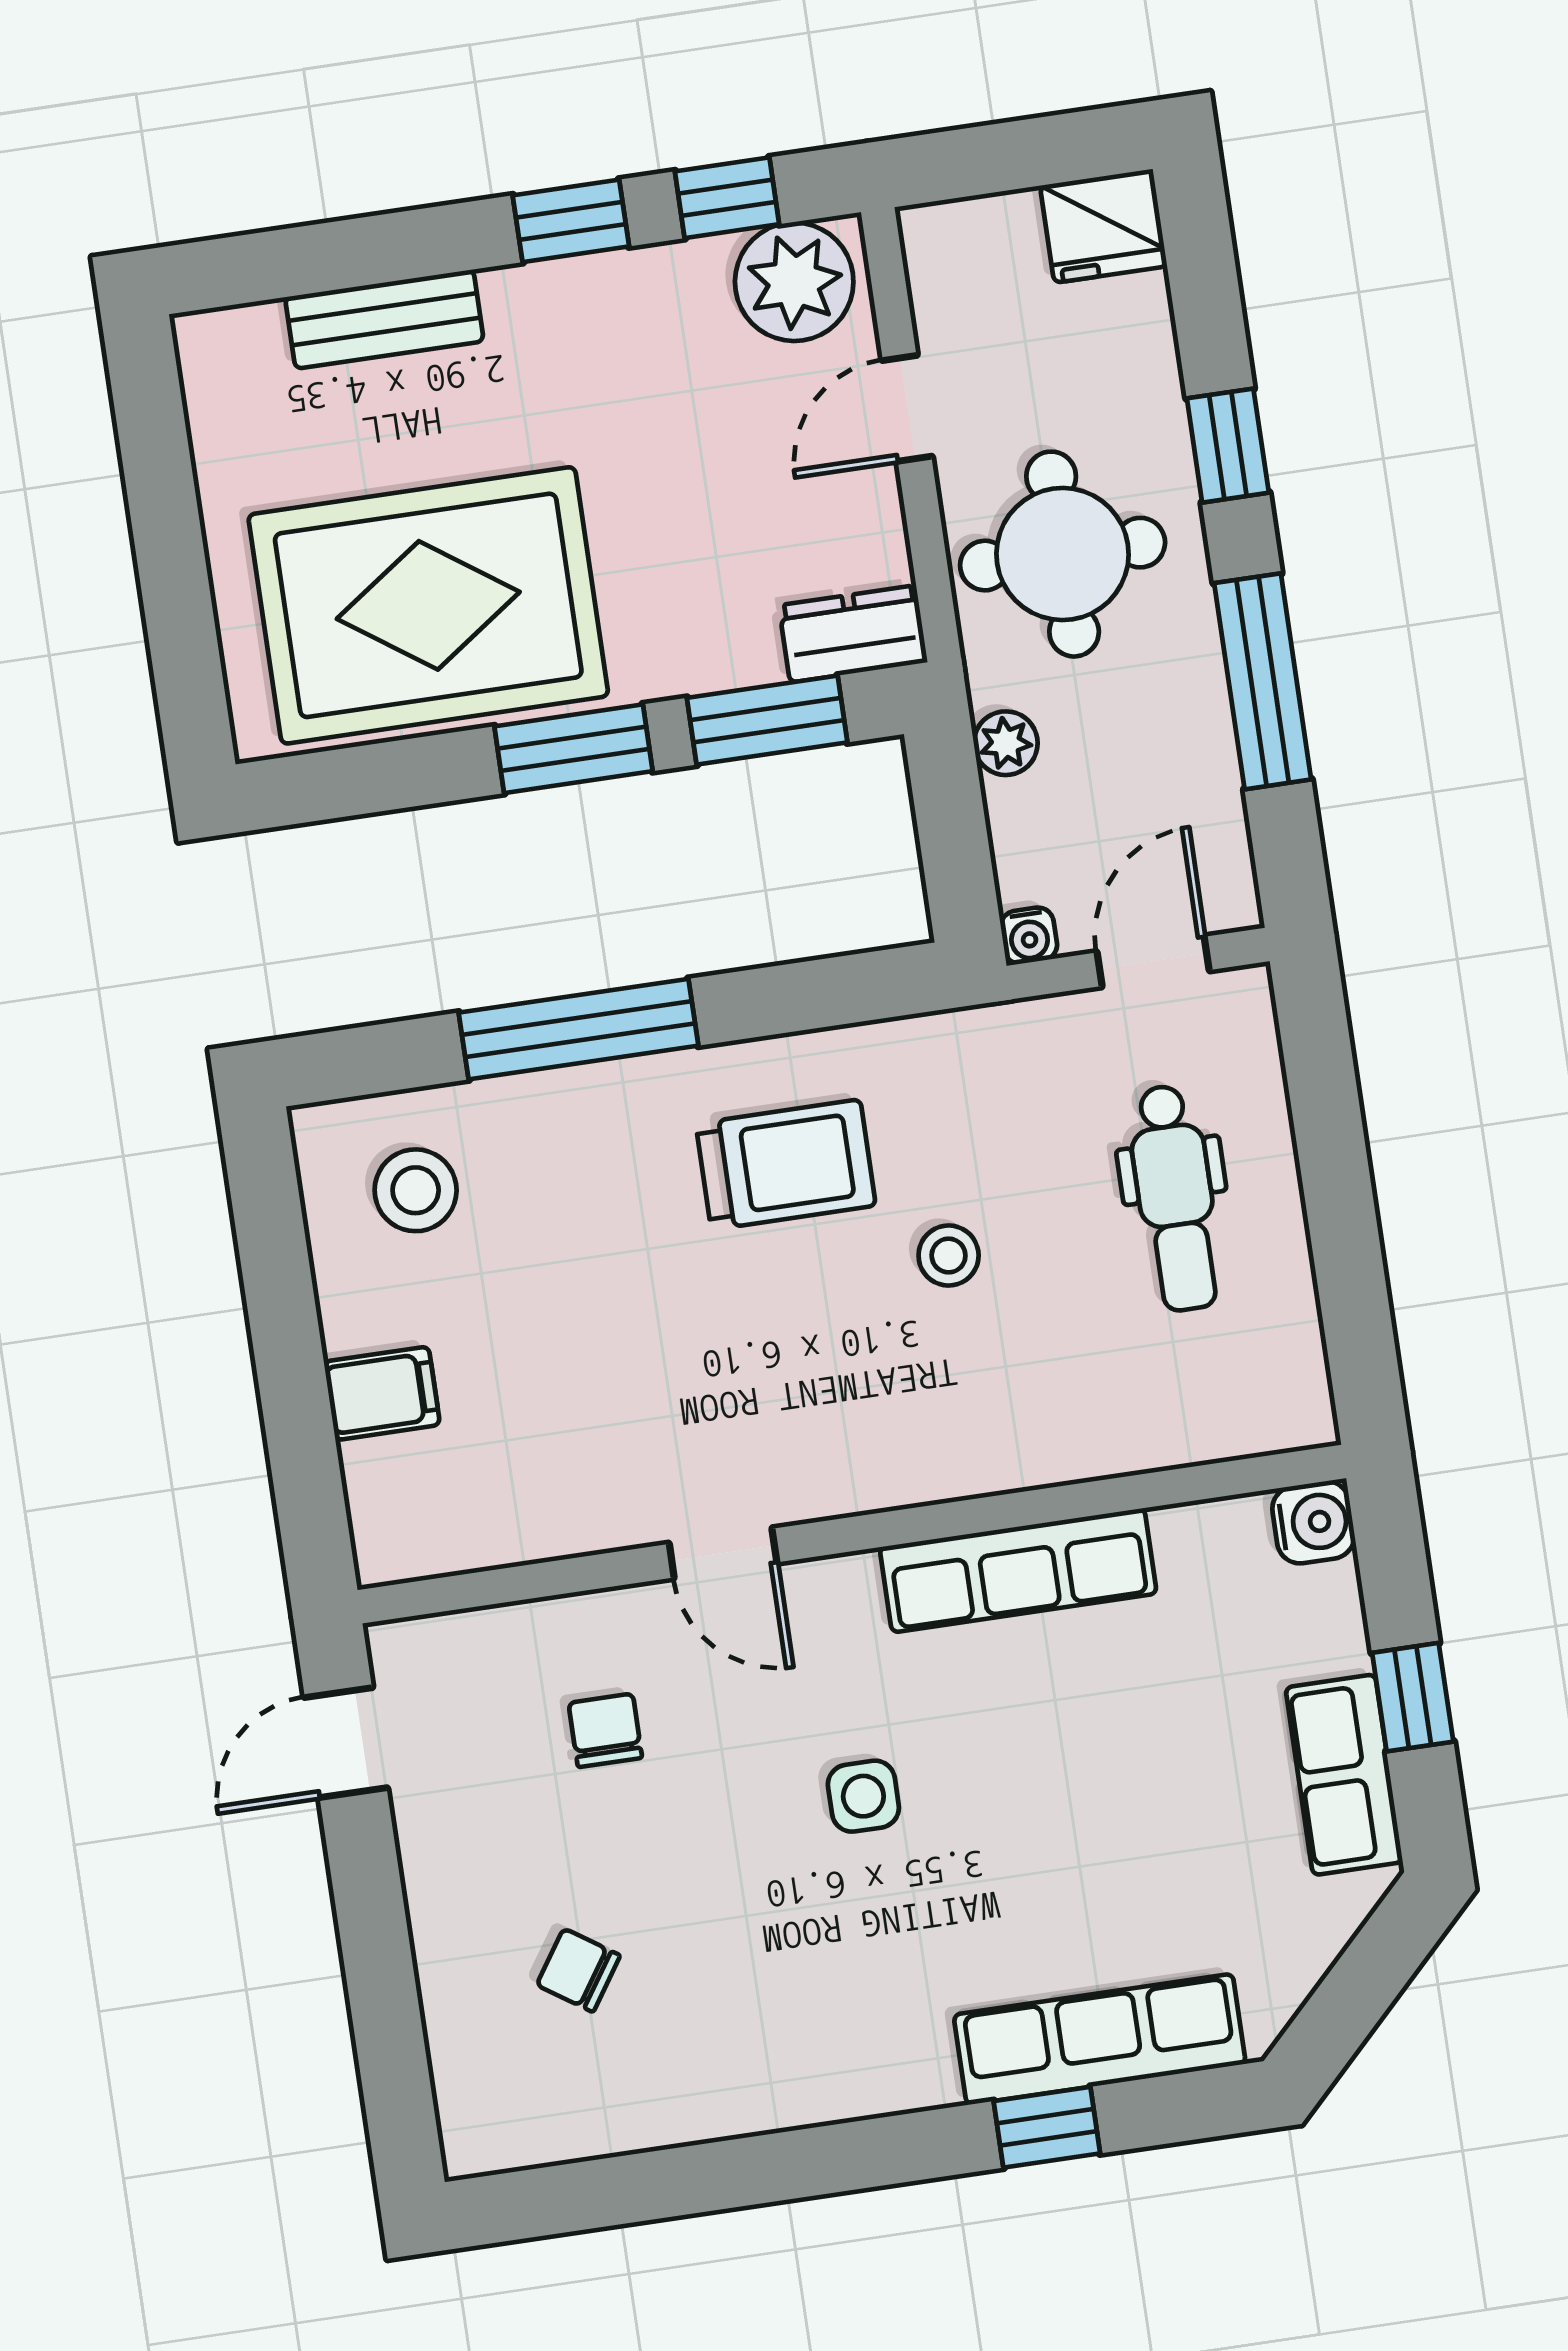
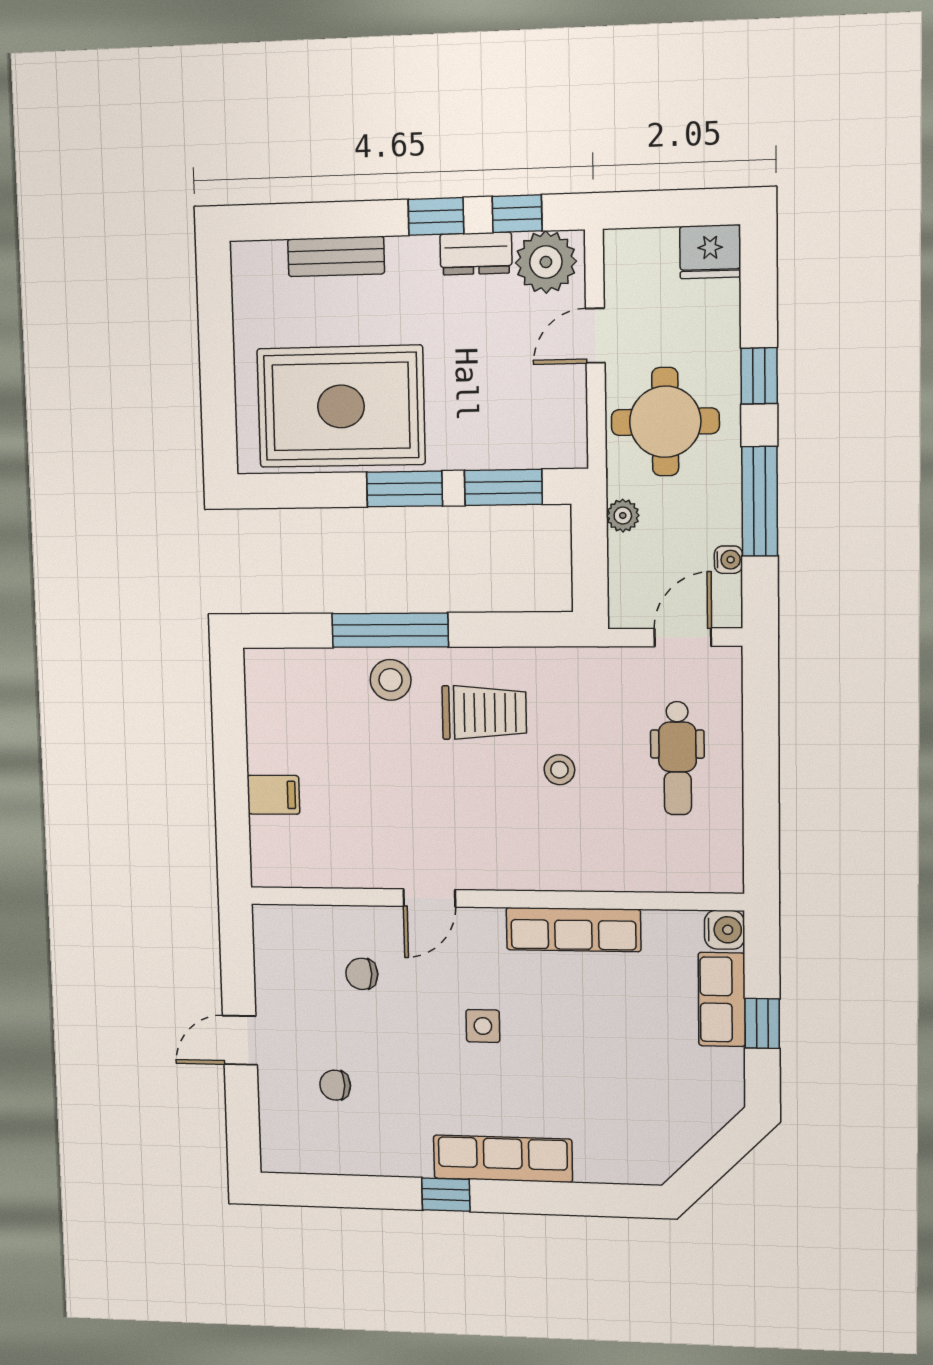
dresser: (853, 634) -> (476, 254), moved, turned 180
water cooler: (1029, 936) -> (728, 560), moved, turned -90
stool: (416, 1190) -> (391, 680), moved
door: (723, 1553) -> (429, 898), hinge flipped
chair: (605, 1730) -> (362, 974), turned -90
door: (346, 1743) -> (240, 1040), moved
row of seats: (1344, 1775) -> (722, 999), moved
chair: (578, 1970) -> (335, 1085), turned -34
row of seats: (1100, 2039) -> (503, 1159), moved
window: (1047, 2127) -> (446, 1195), moved

